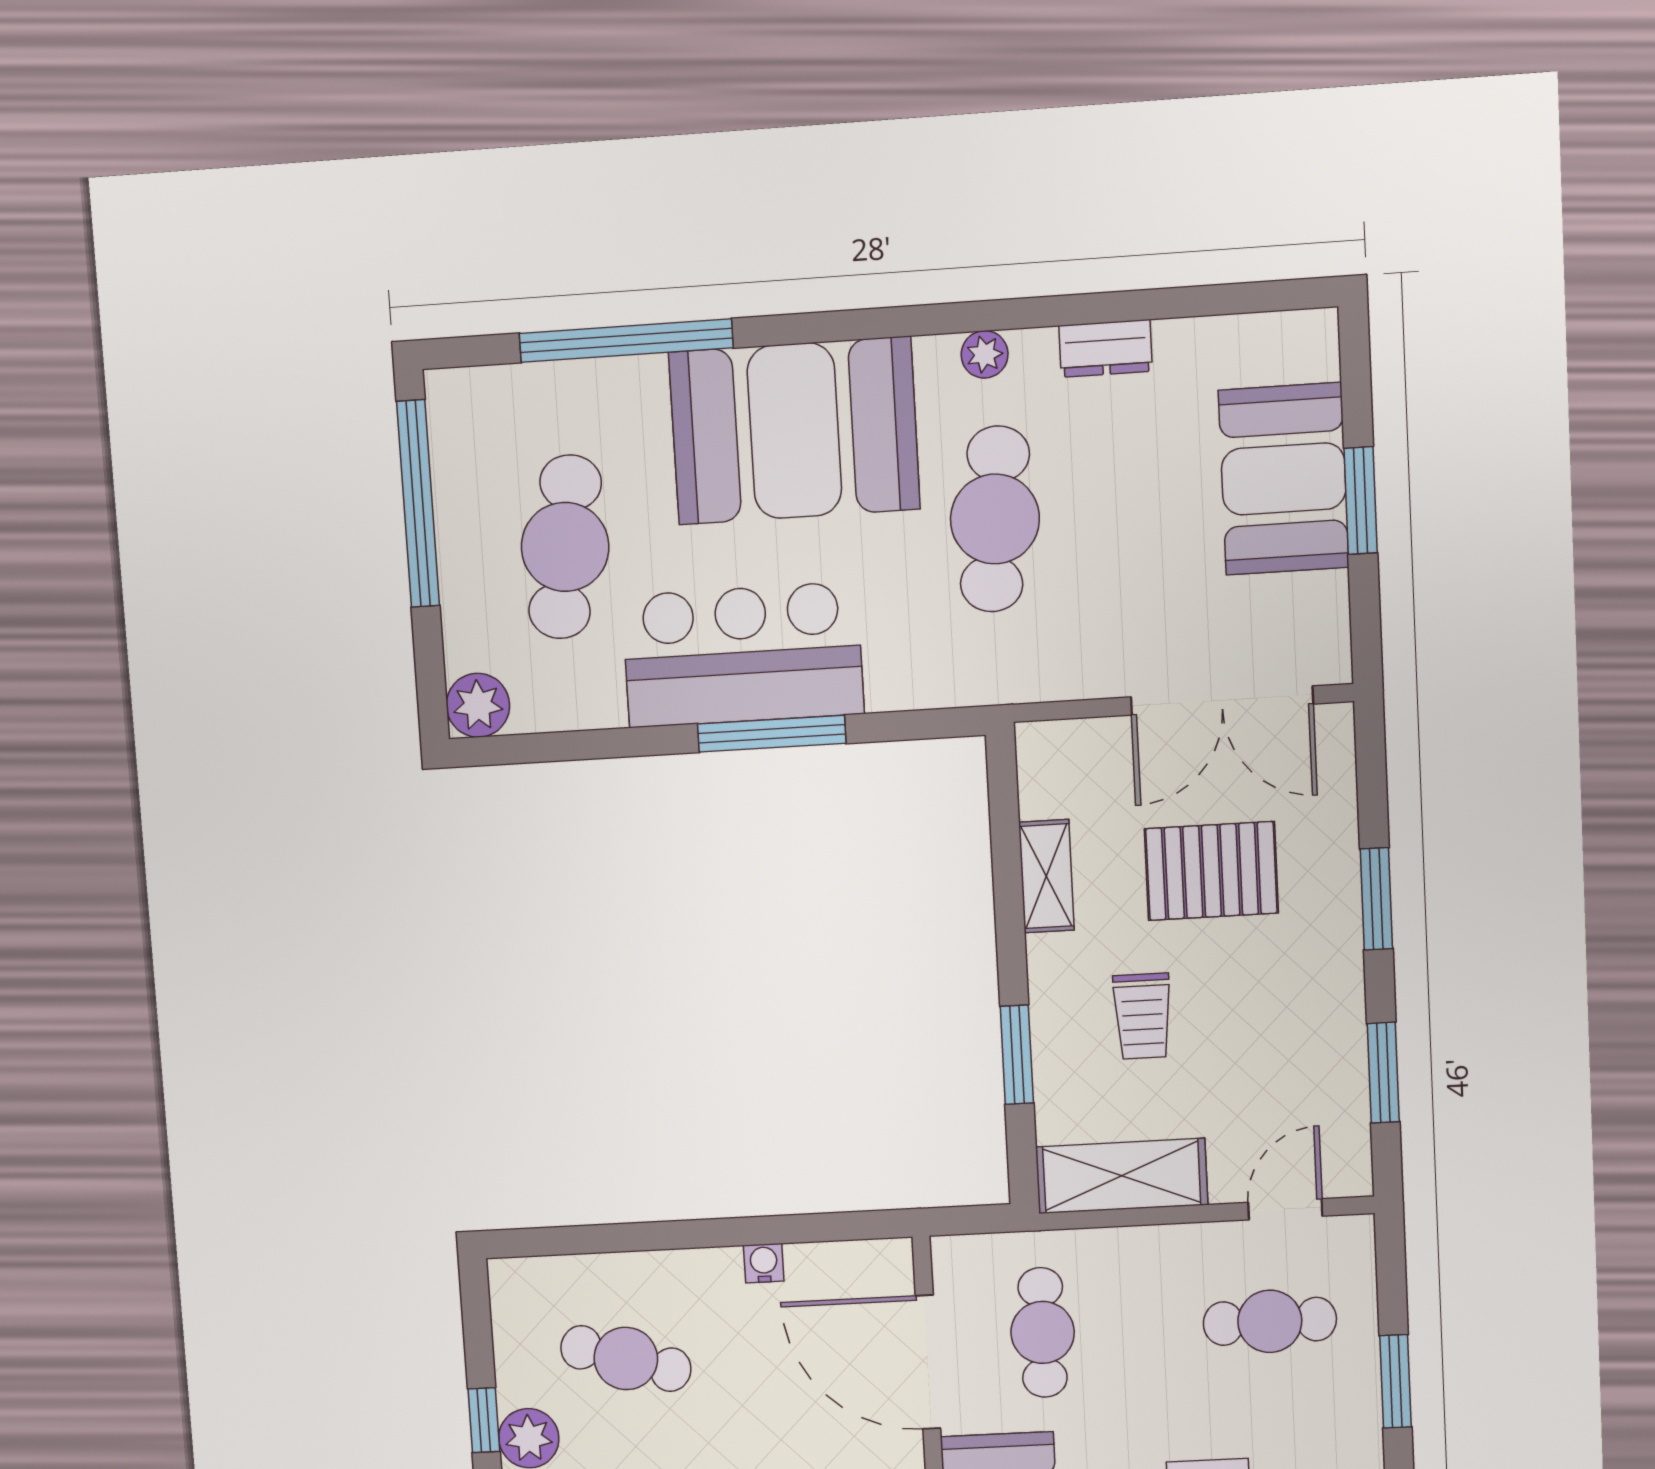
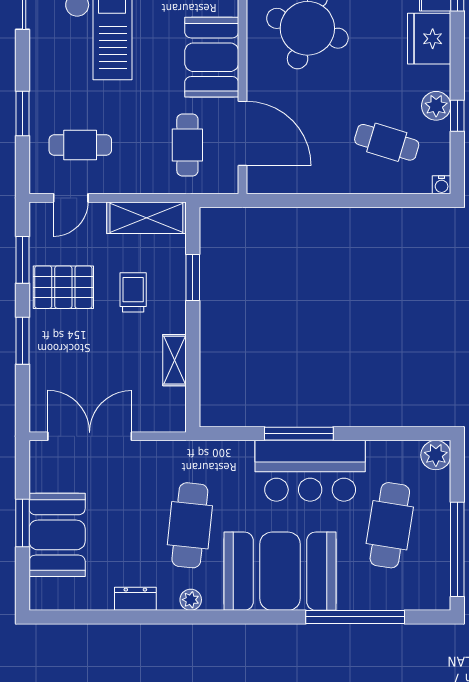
pallet: (1211, 871) -> (63, 287), moved
water cooler: (764, 1263) -> (442, 185), moved

